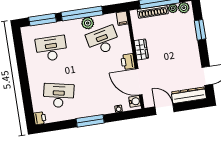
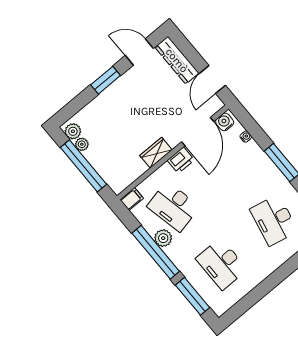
shoe rack: (153, 12) -> (101, 167), removed
window: (200, 30) -> (106, 80), moved

